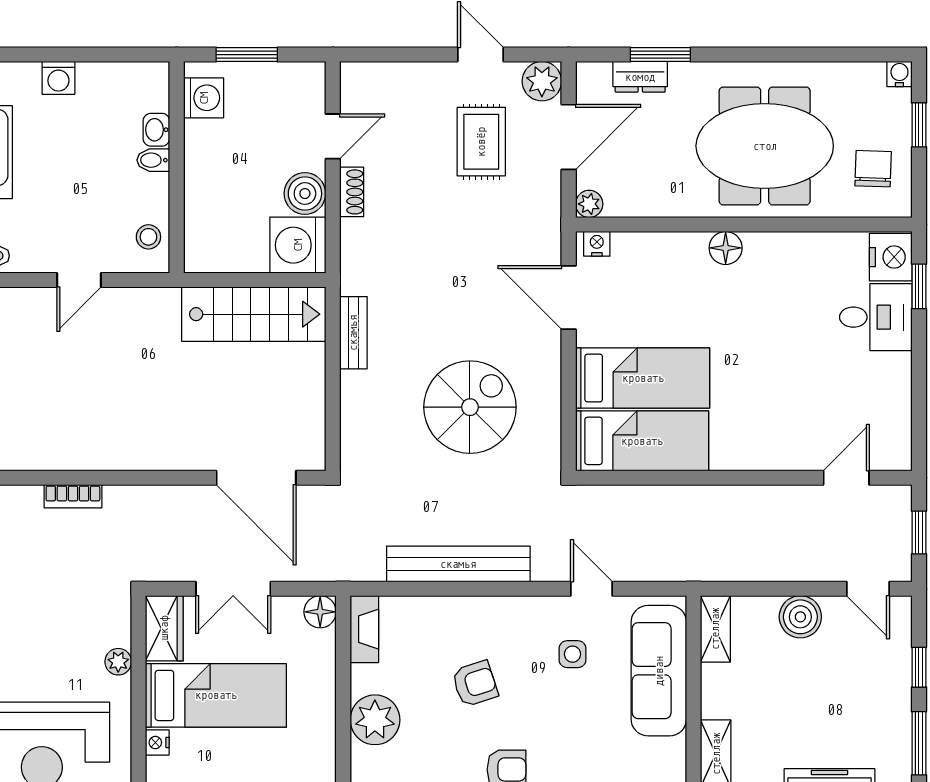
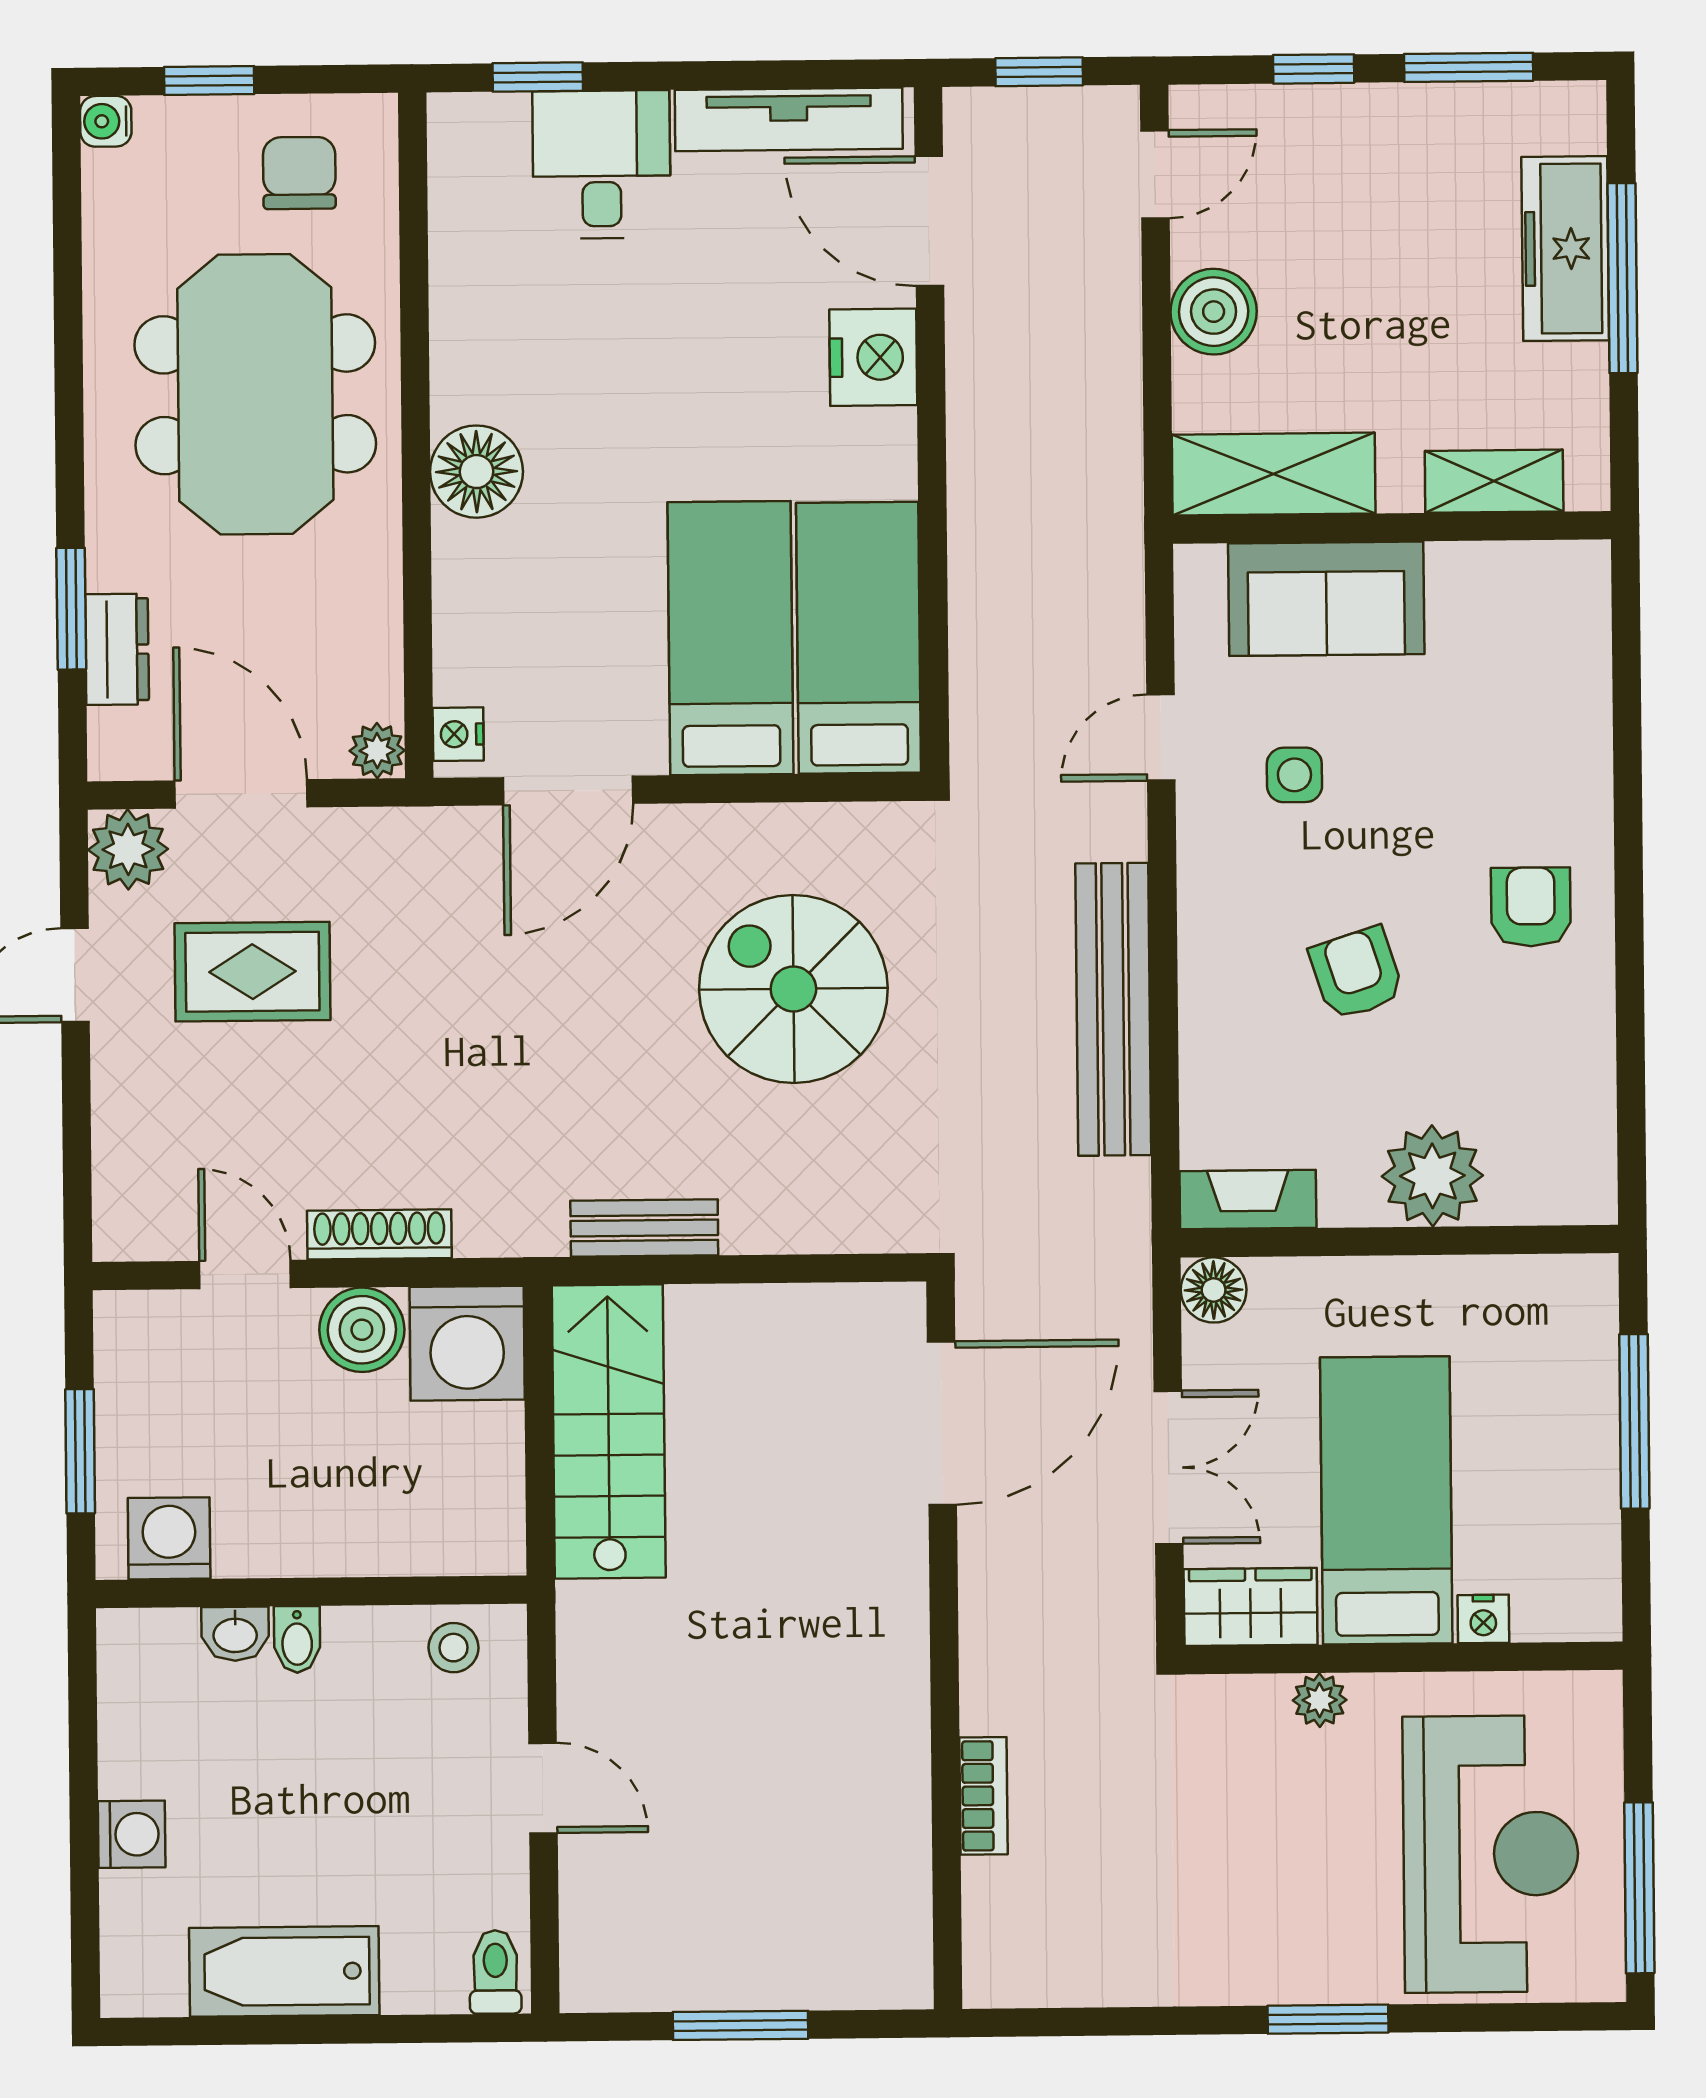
chair: (873, 169) -> (299, 173), turned 88
shoe rack: (352, 192) -> (379, 1234), width x1.43
floor lamp: (726, 248) -> (476, 472), width x1.38, depth x1.38
nightstand: (891, 257) -> (873, 357), moved, turned 90
tv unit: (897, 409) -> (789, 119), added
door: (846, 478) -> (929, 221), width x1.38
shelving: (715, 629) -> (1274, 474), width x1.50, depth x1.33
sofa: (659, 671) -> (1326, 599), width x0.73

